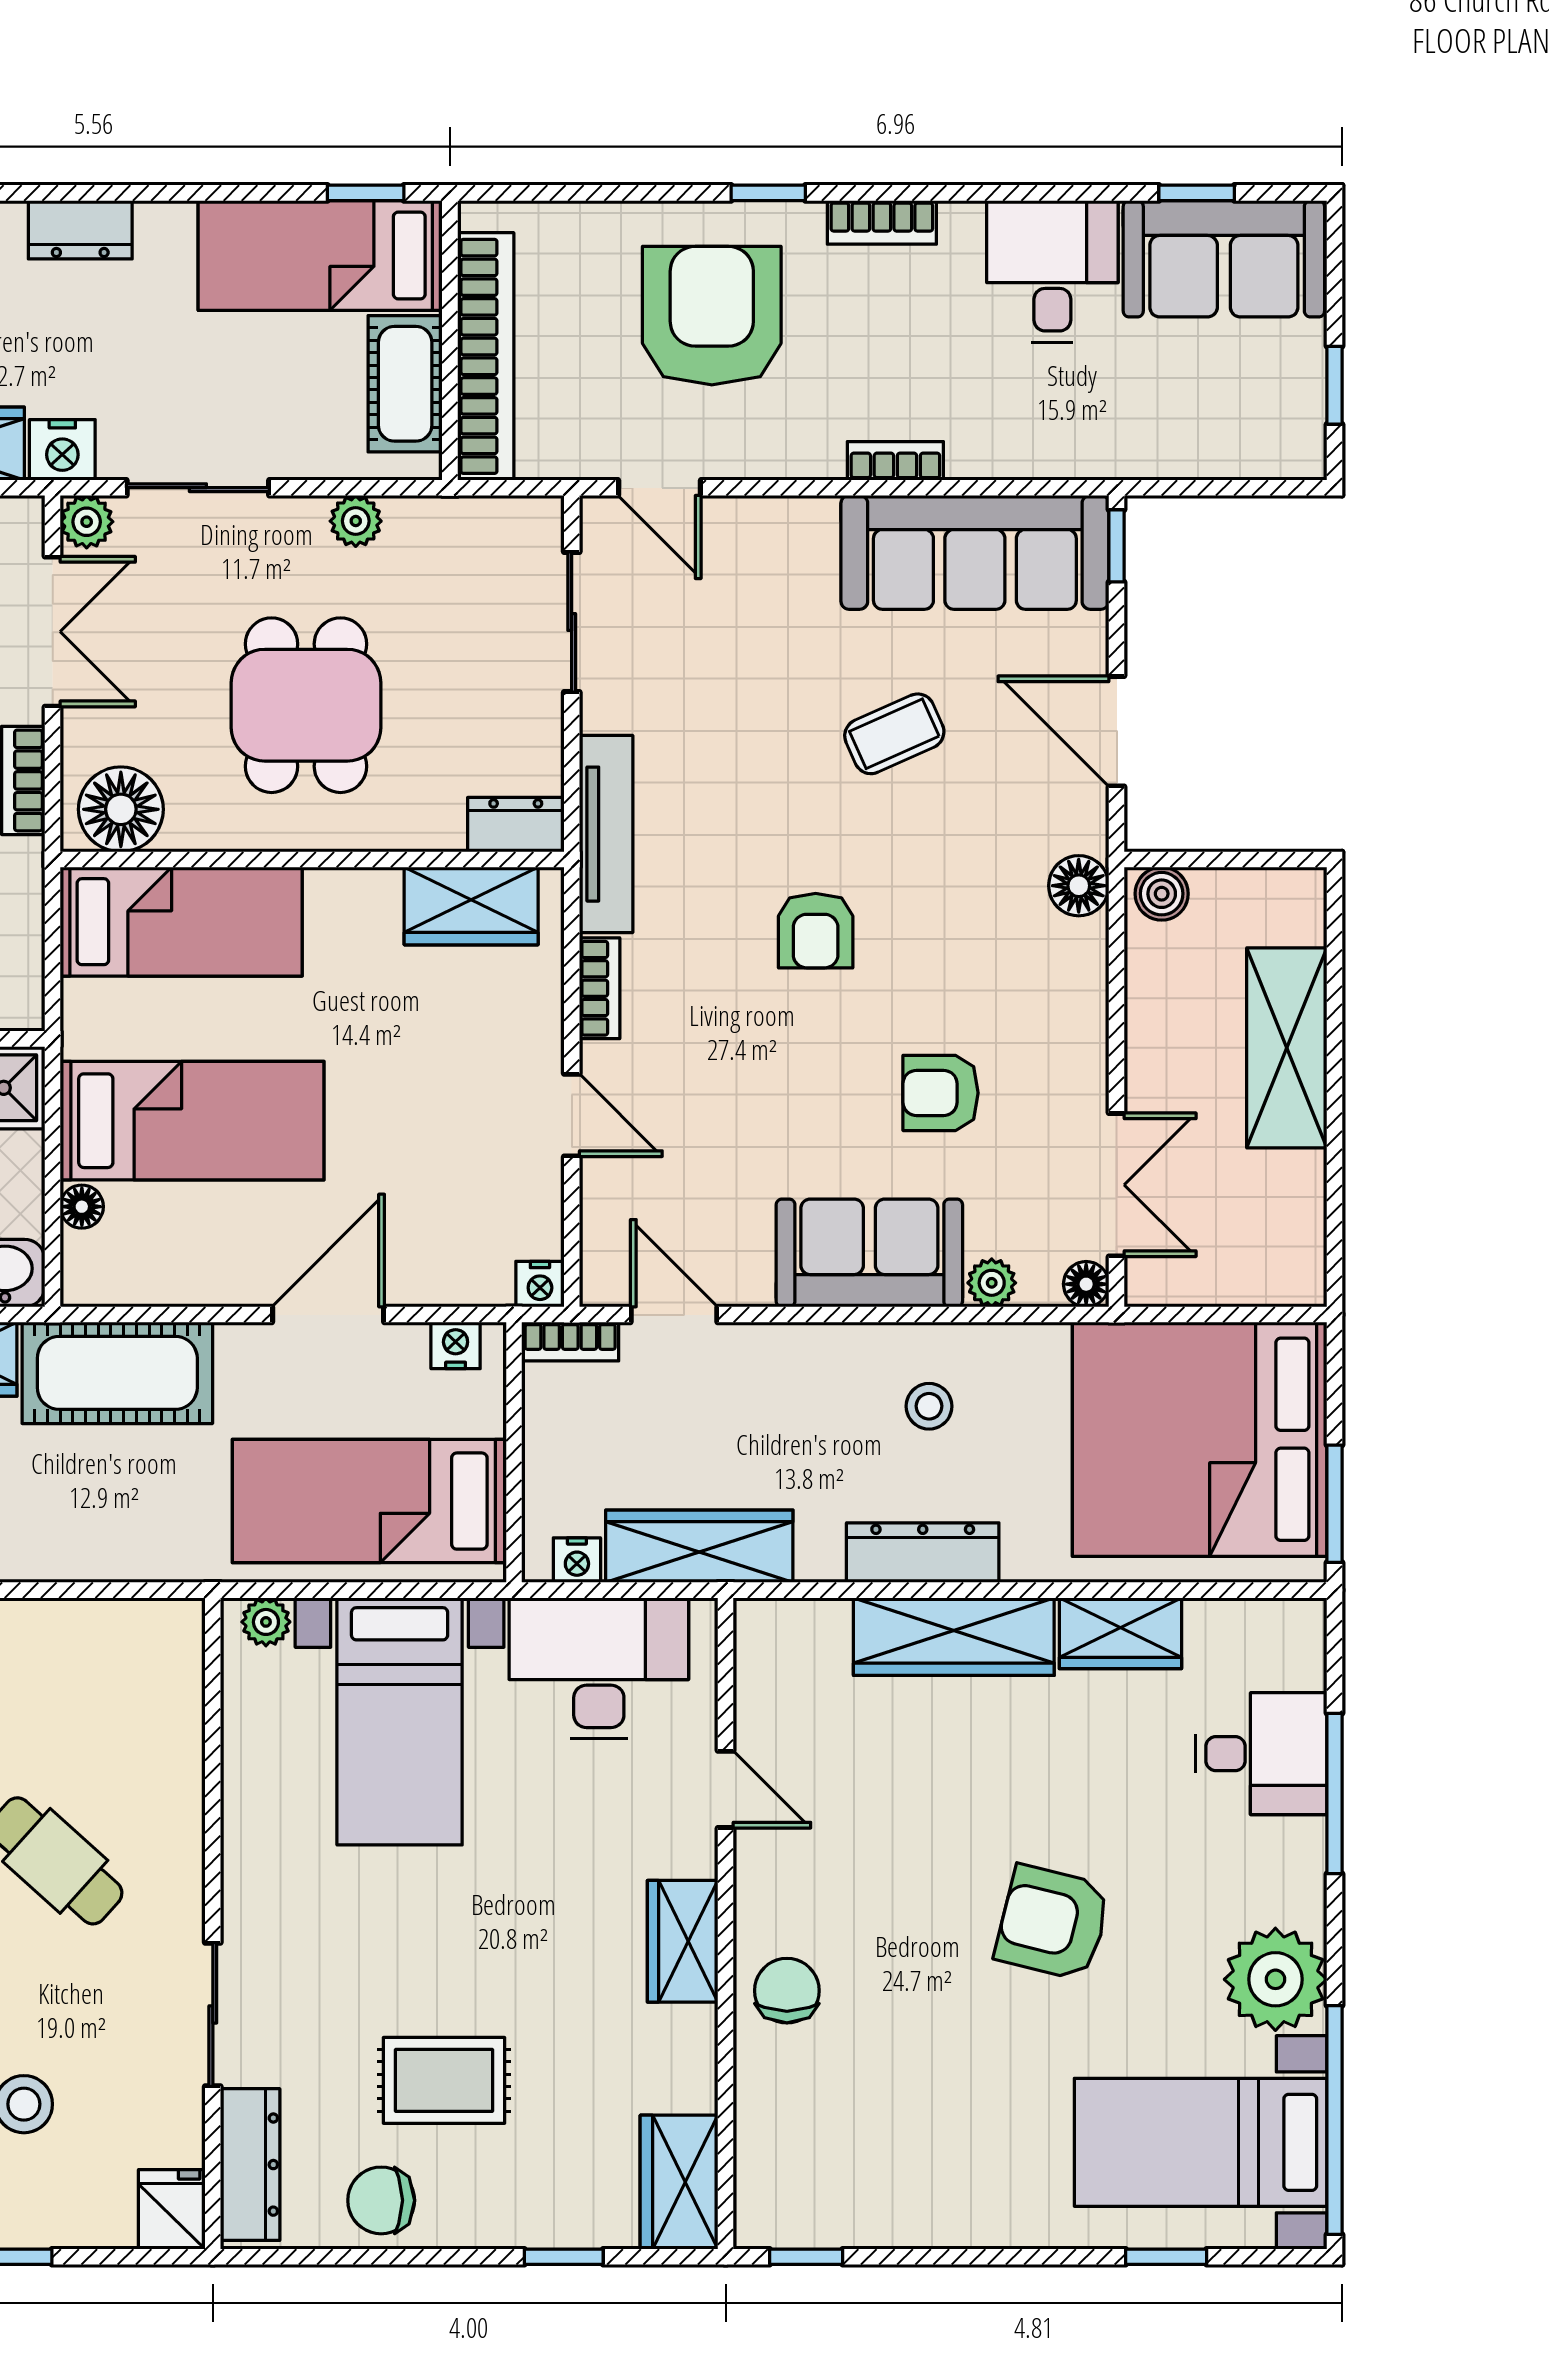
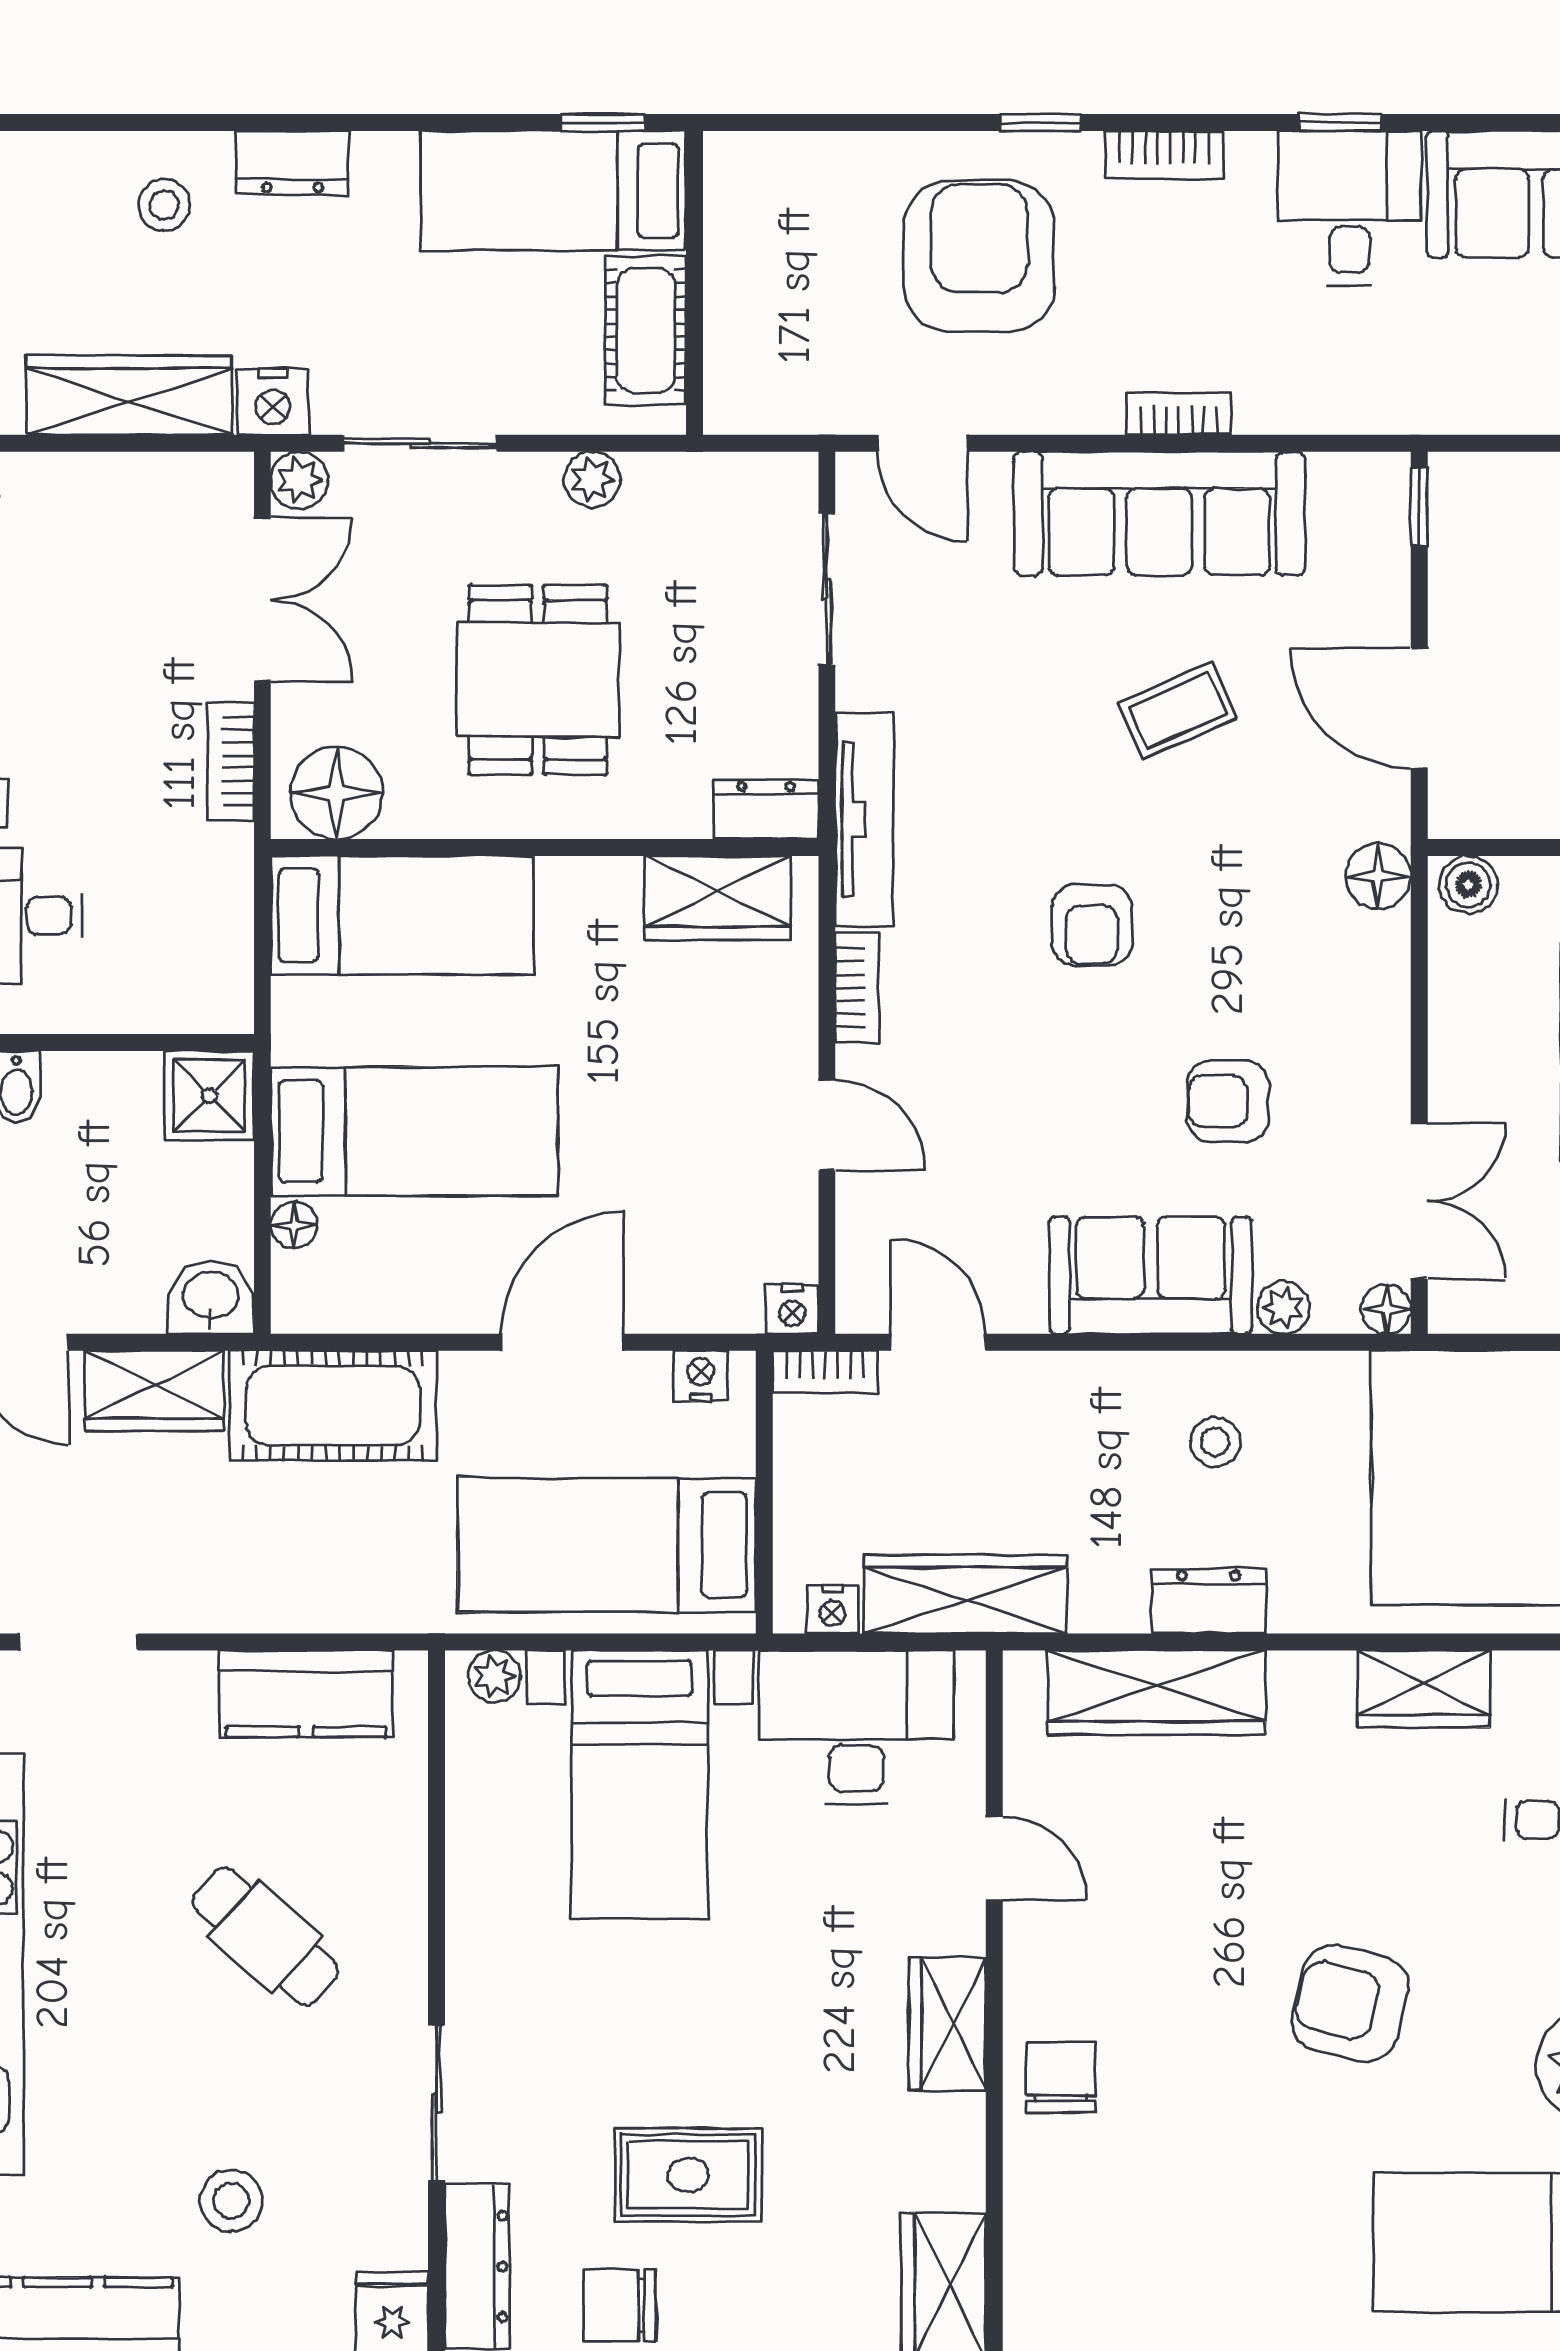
window: (1197, 193) -> (1341, 123), moved
bookcase: (486, 356) -> (733, 300), removed
sofa: (975, 552) -> (1159, 513), moved
dresser: (923, 1553) -> (1209, 1601), width x0.70
wardrobe: (954, 1637) -> (1157, 1692), moved
kitchen counter: (93, 1638) -> (306, 1694), added

